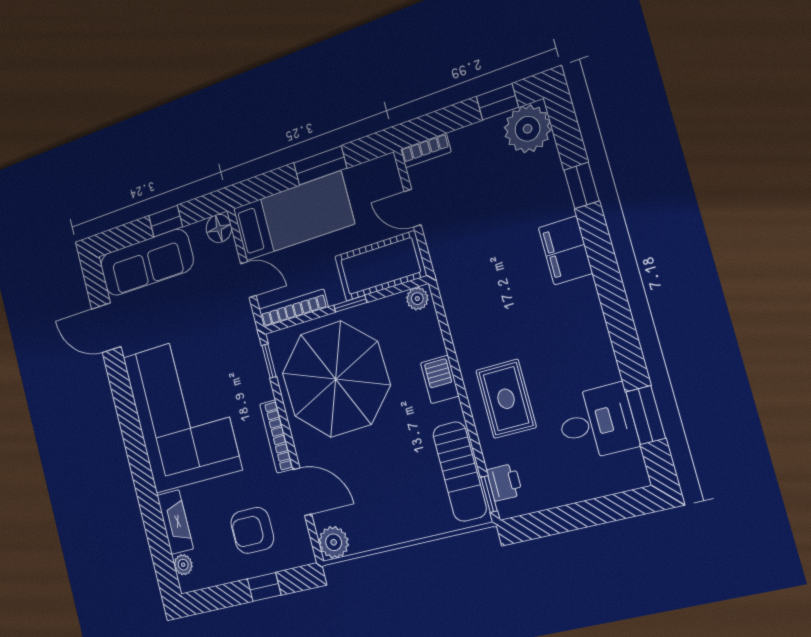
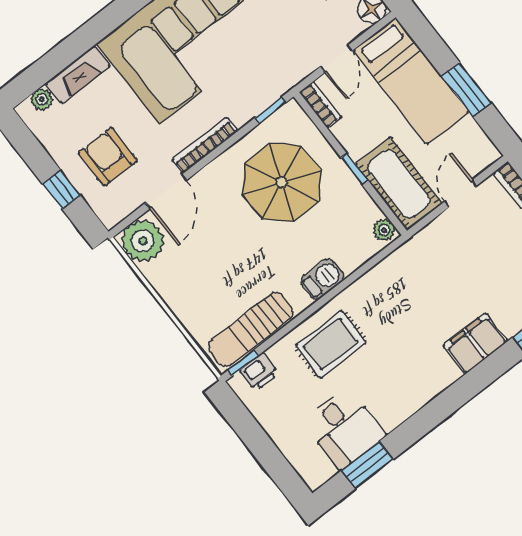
bookcase: (293, 308) -> (320, 105), width x0.64
parasol: (336, 379) -> (282, 182), width x0.73, depth x0.73
plant: (334, 542) -> (143, 241), width x1.36, depth x1.36

